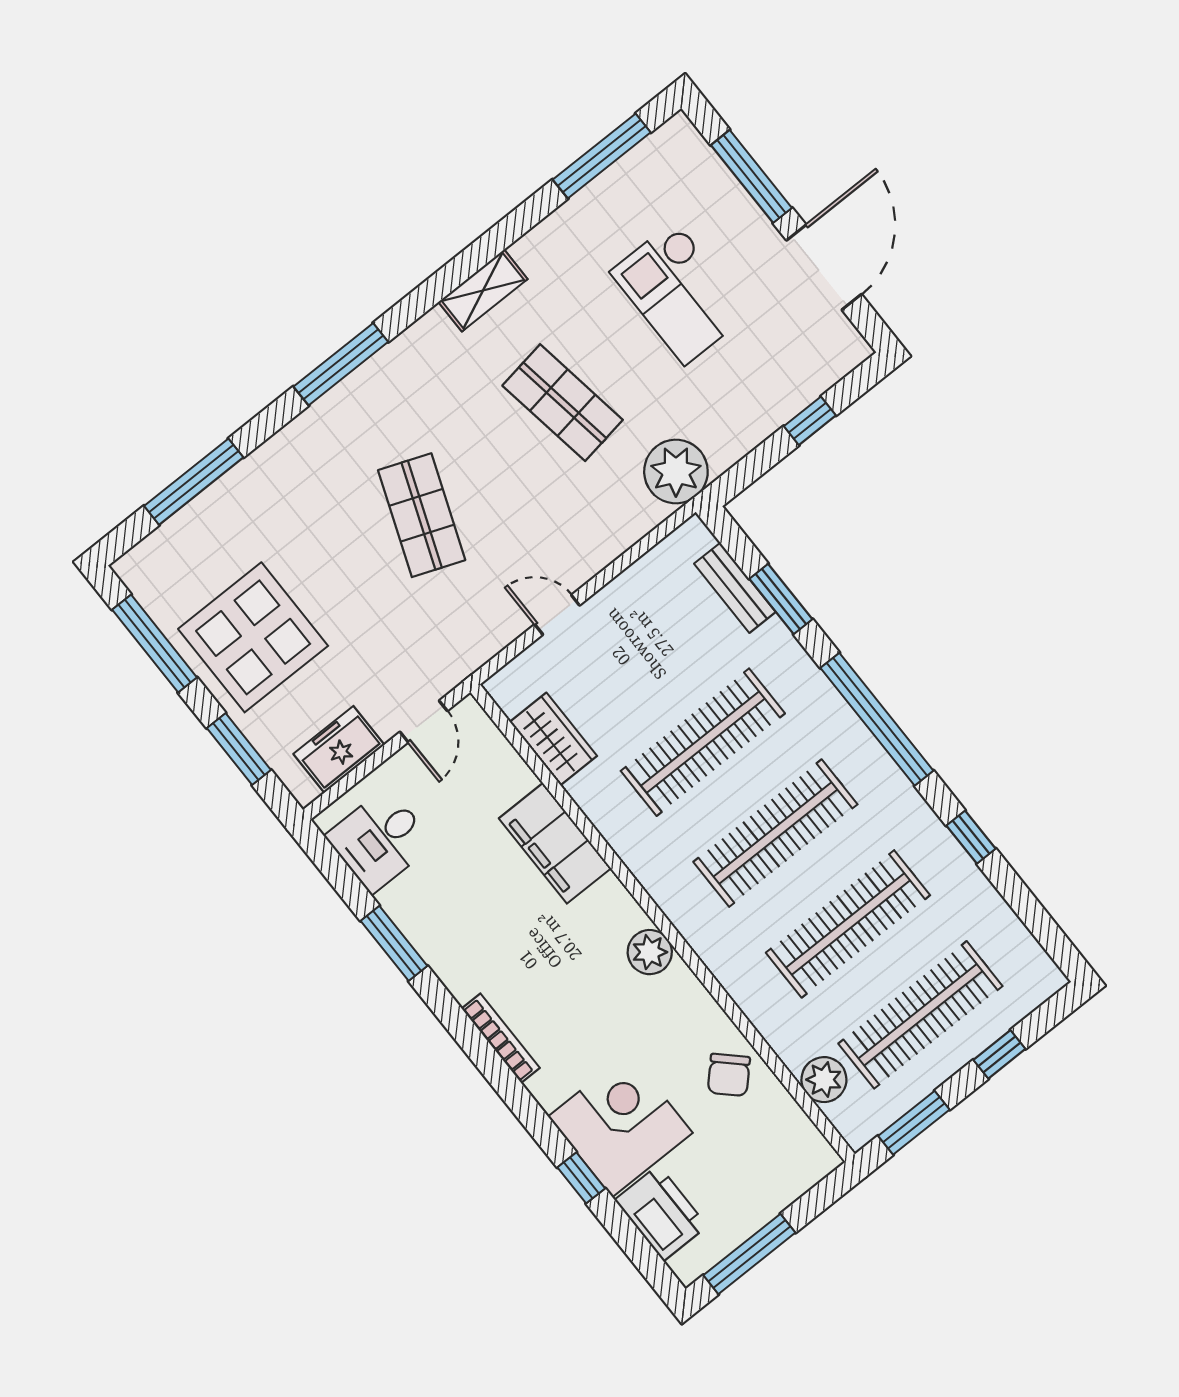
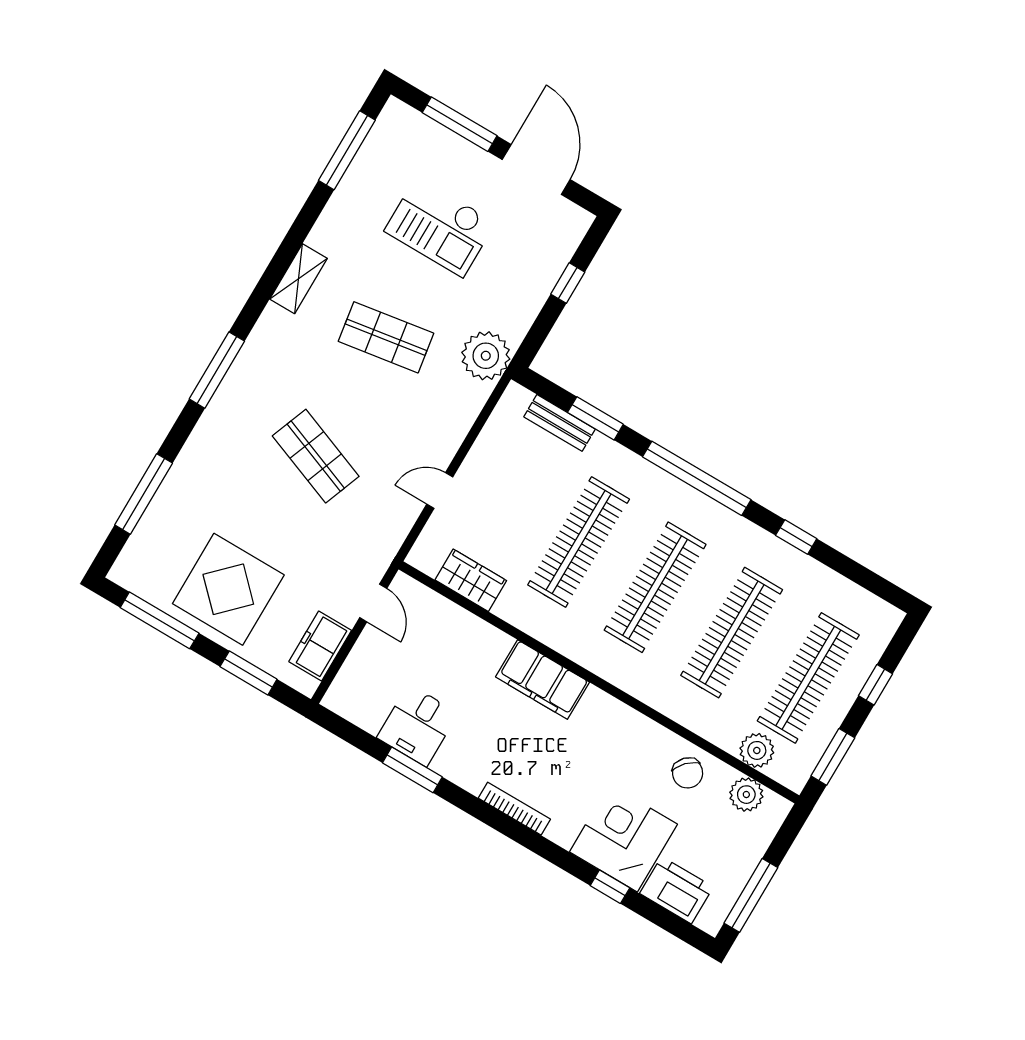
desk: (380, 840) -> (418, 725), moved
filing cabinet: (555, 843) -> (543, 680), moved
plant: (650, 952) -> (746, 795), moved

